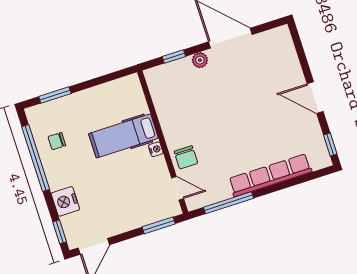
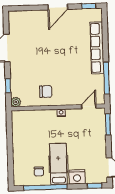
plant: (200, 60) -> (16, 102), moved
window: (55, 95) -> (10, 165), removed
hospital bed: (123, 136) -> (58, 164), moved, turned 180
chair: (186, 157) -> (46, 91), moved

